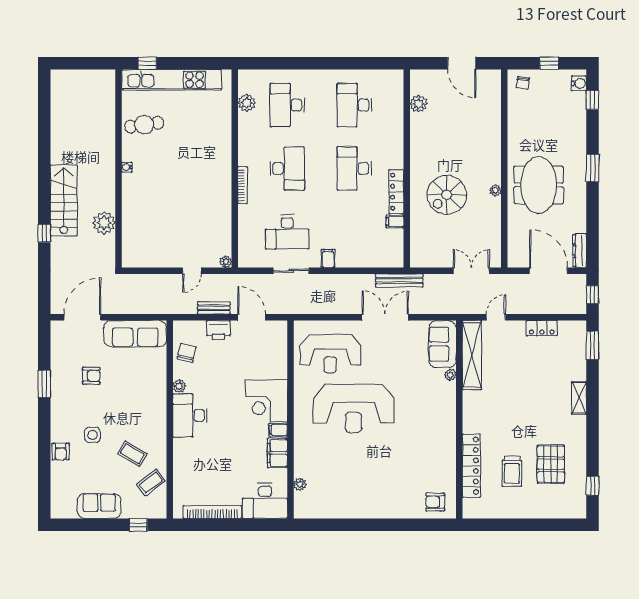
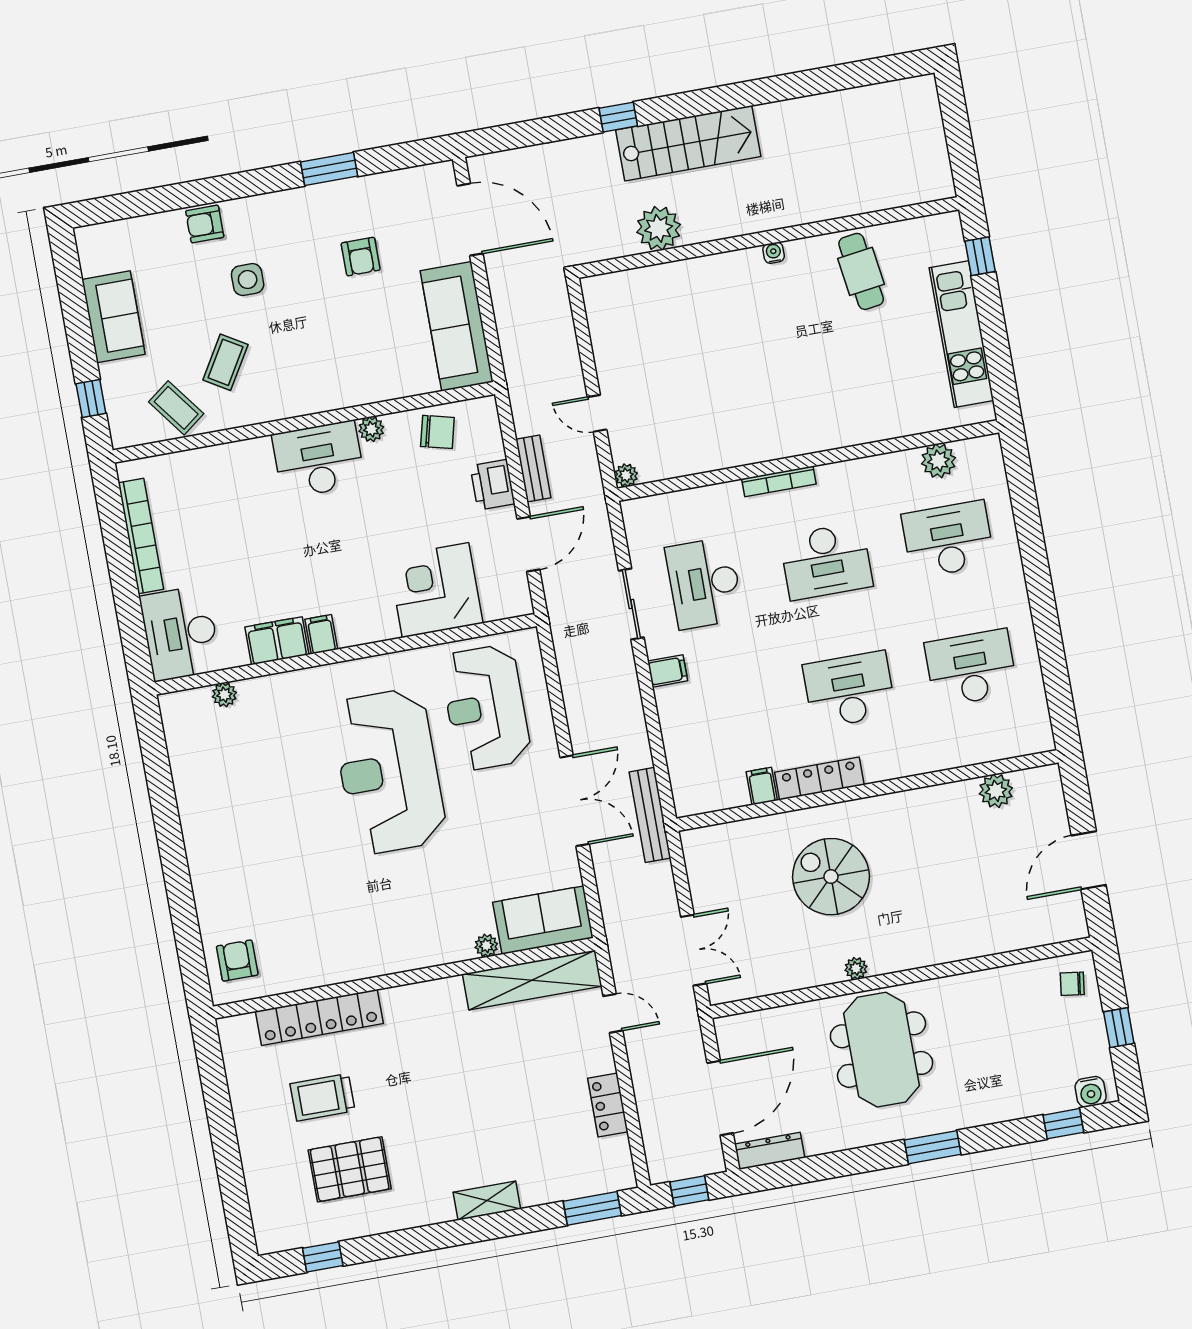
kitchen unit: (172, 80) -> (961, 334), width x0.73
meeting table: (539, 185) -> (881, 1050), turned 90
corner desk: (266, 401) -> (436, 590), moved

